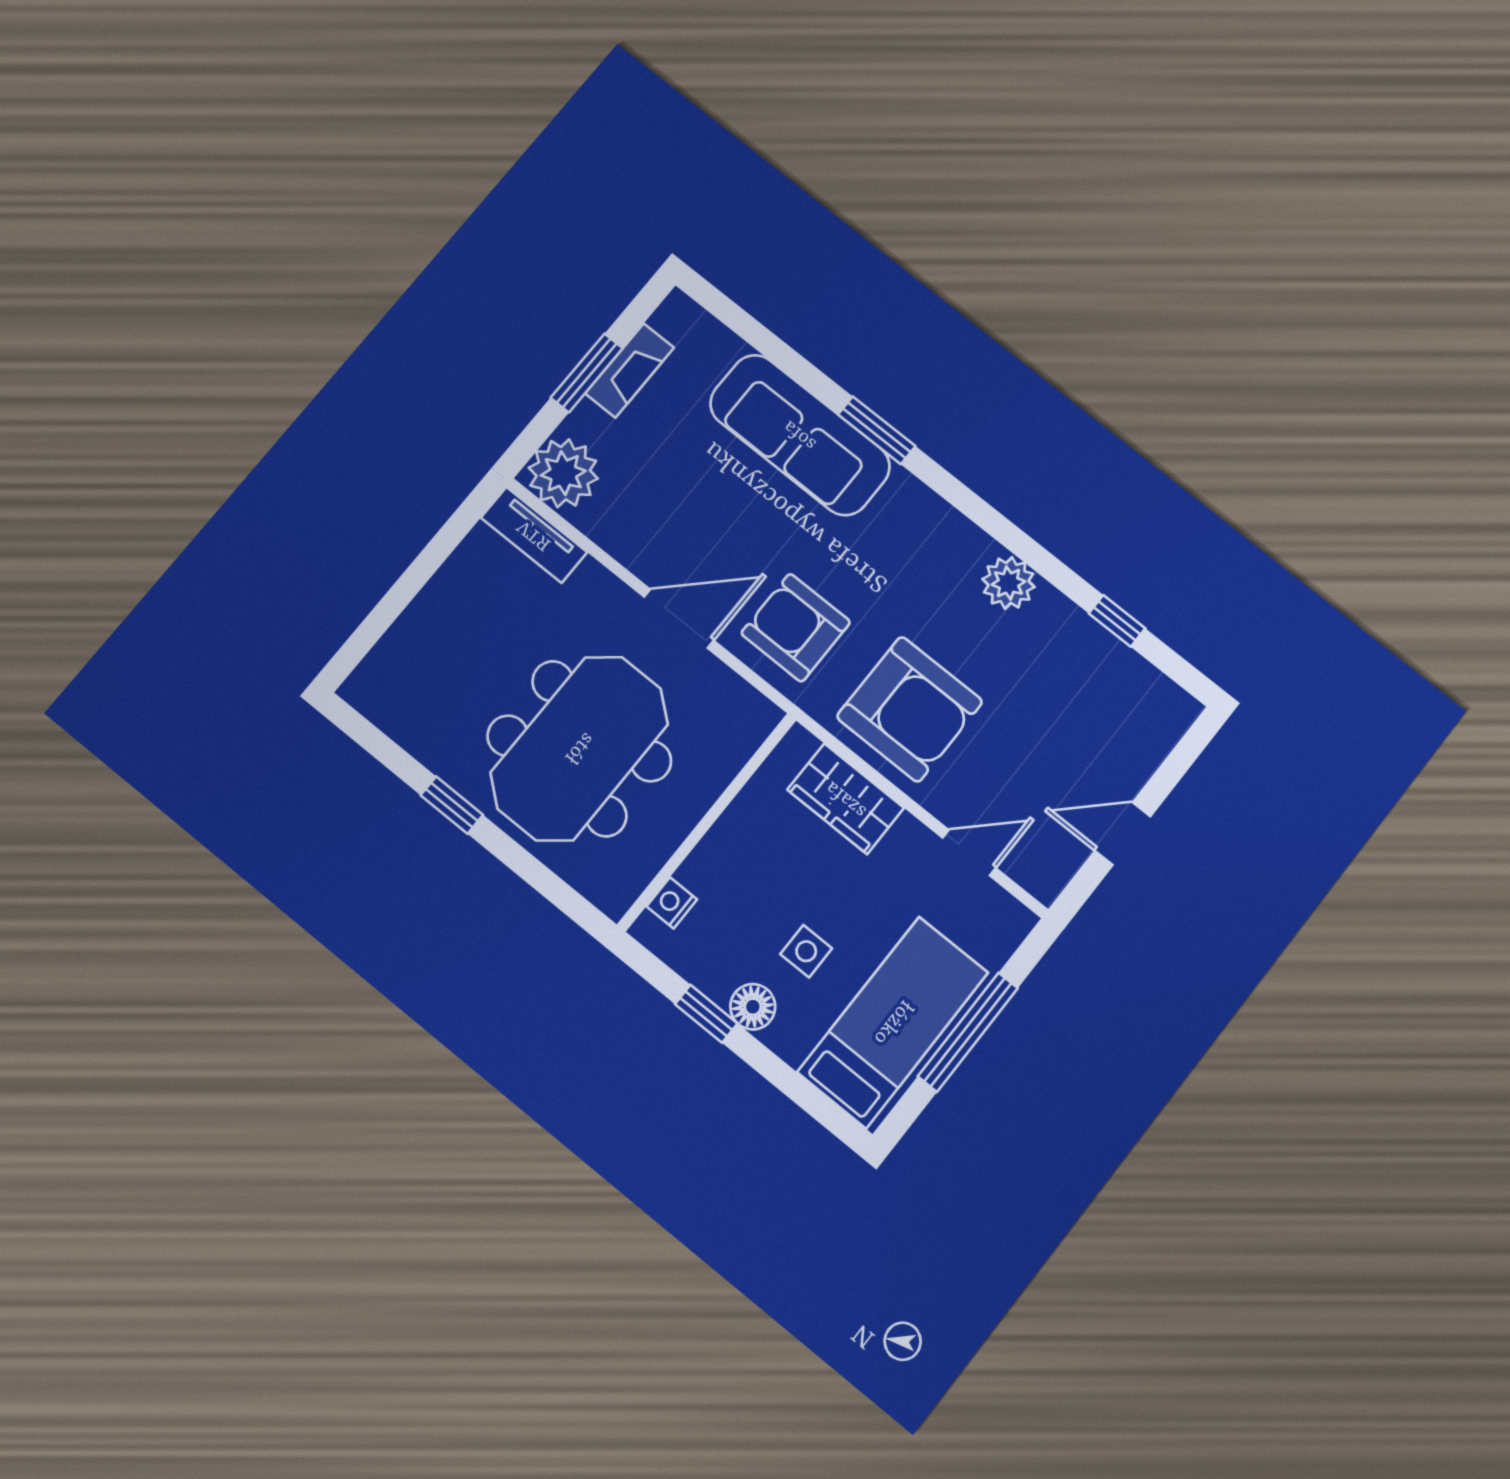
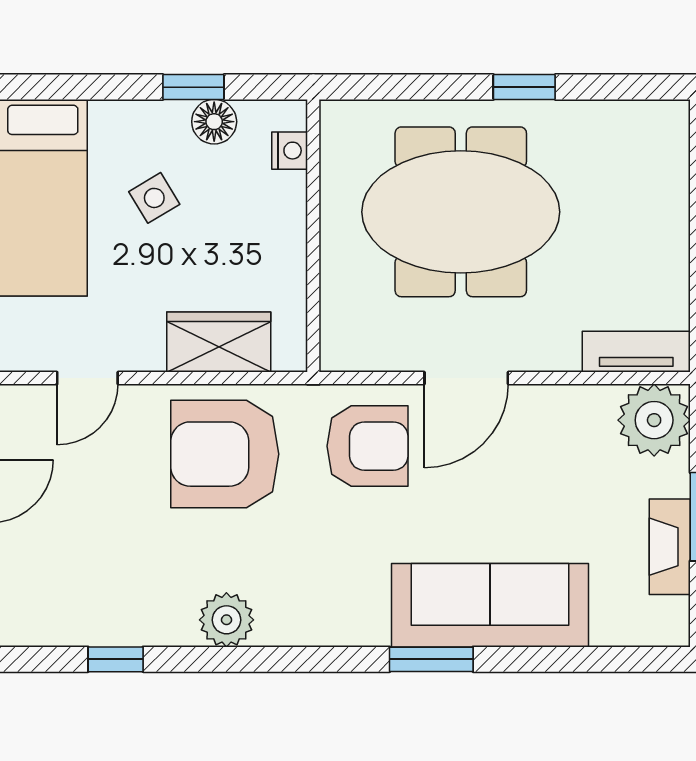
meeting table: (579, 748) -> (461, 212), turned 90
side table: (806, 951) -> (154, 198), turned -31
floor lamp: (753, 1007) -> (214, 122), moved

